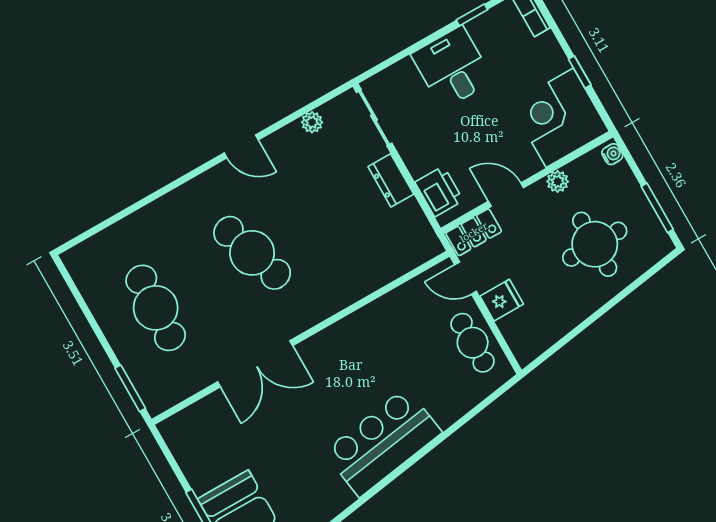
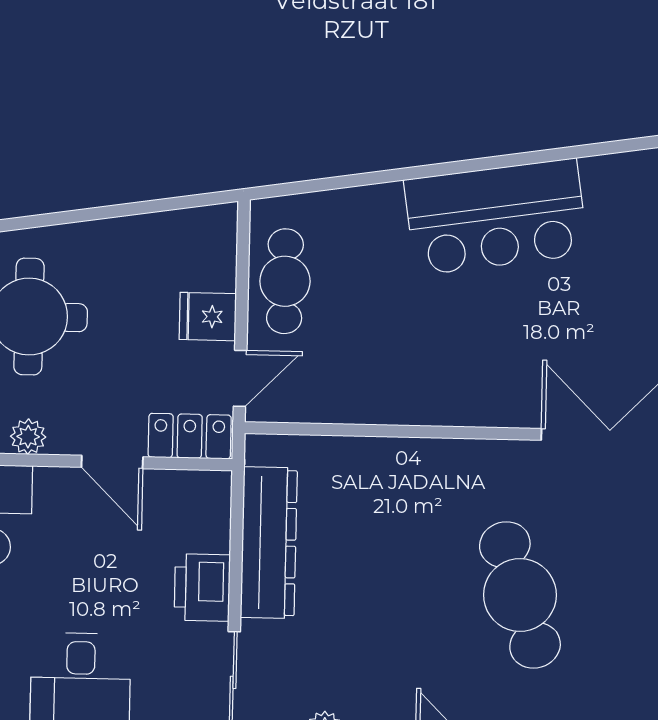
dresser: (391, 180) -> (269, 543), width x1.96, depth x1.24
printer: (439, 191) -> (202, 588), moved
door: (466, 278) -> (240, 378), hinge flipped

